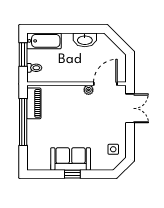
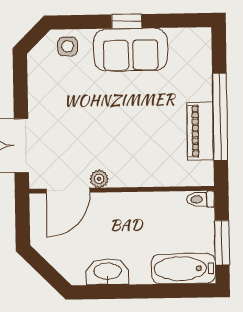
toilet: (34, 68) -> (201, 199), moved
piano: (34, 103) -> (200, 131), moved
side table: (113, 149) -> (68, 46), moved

